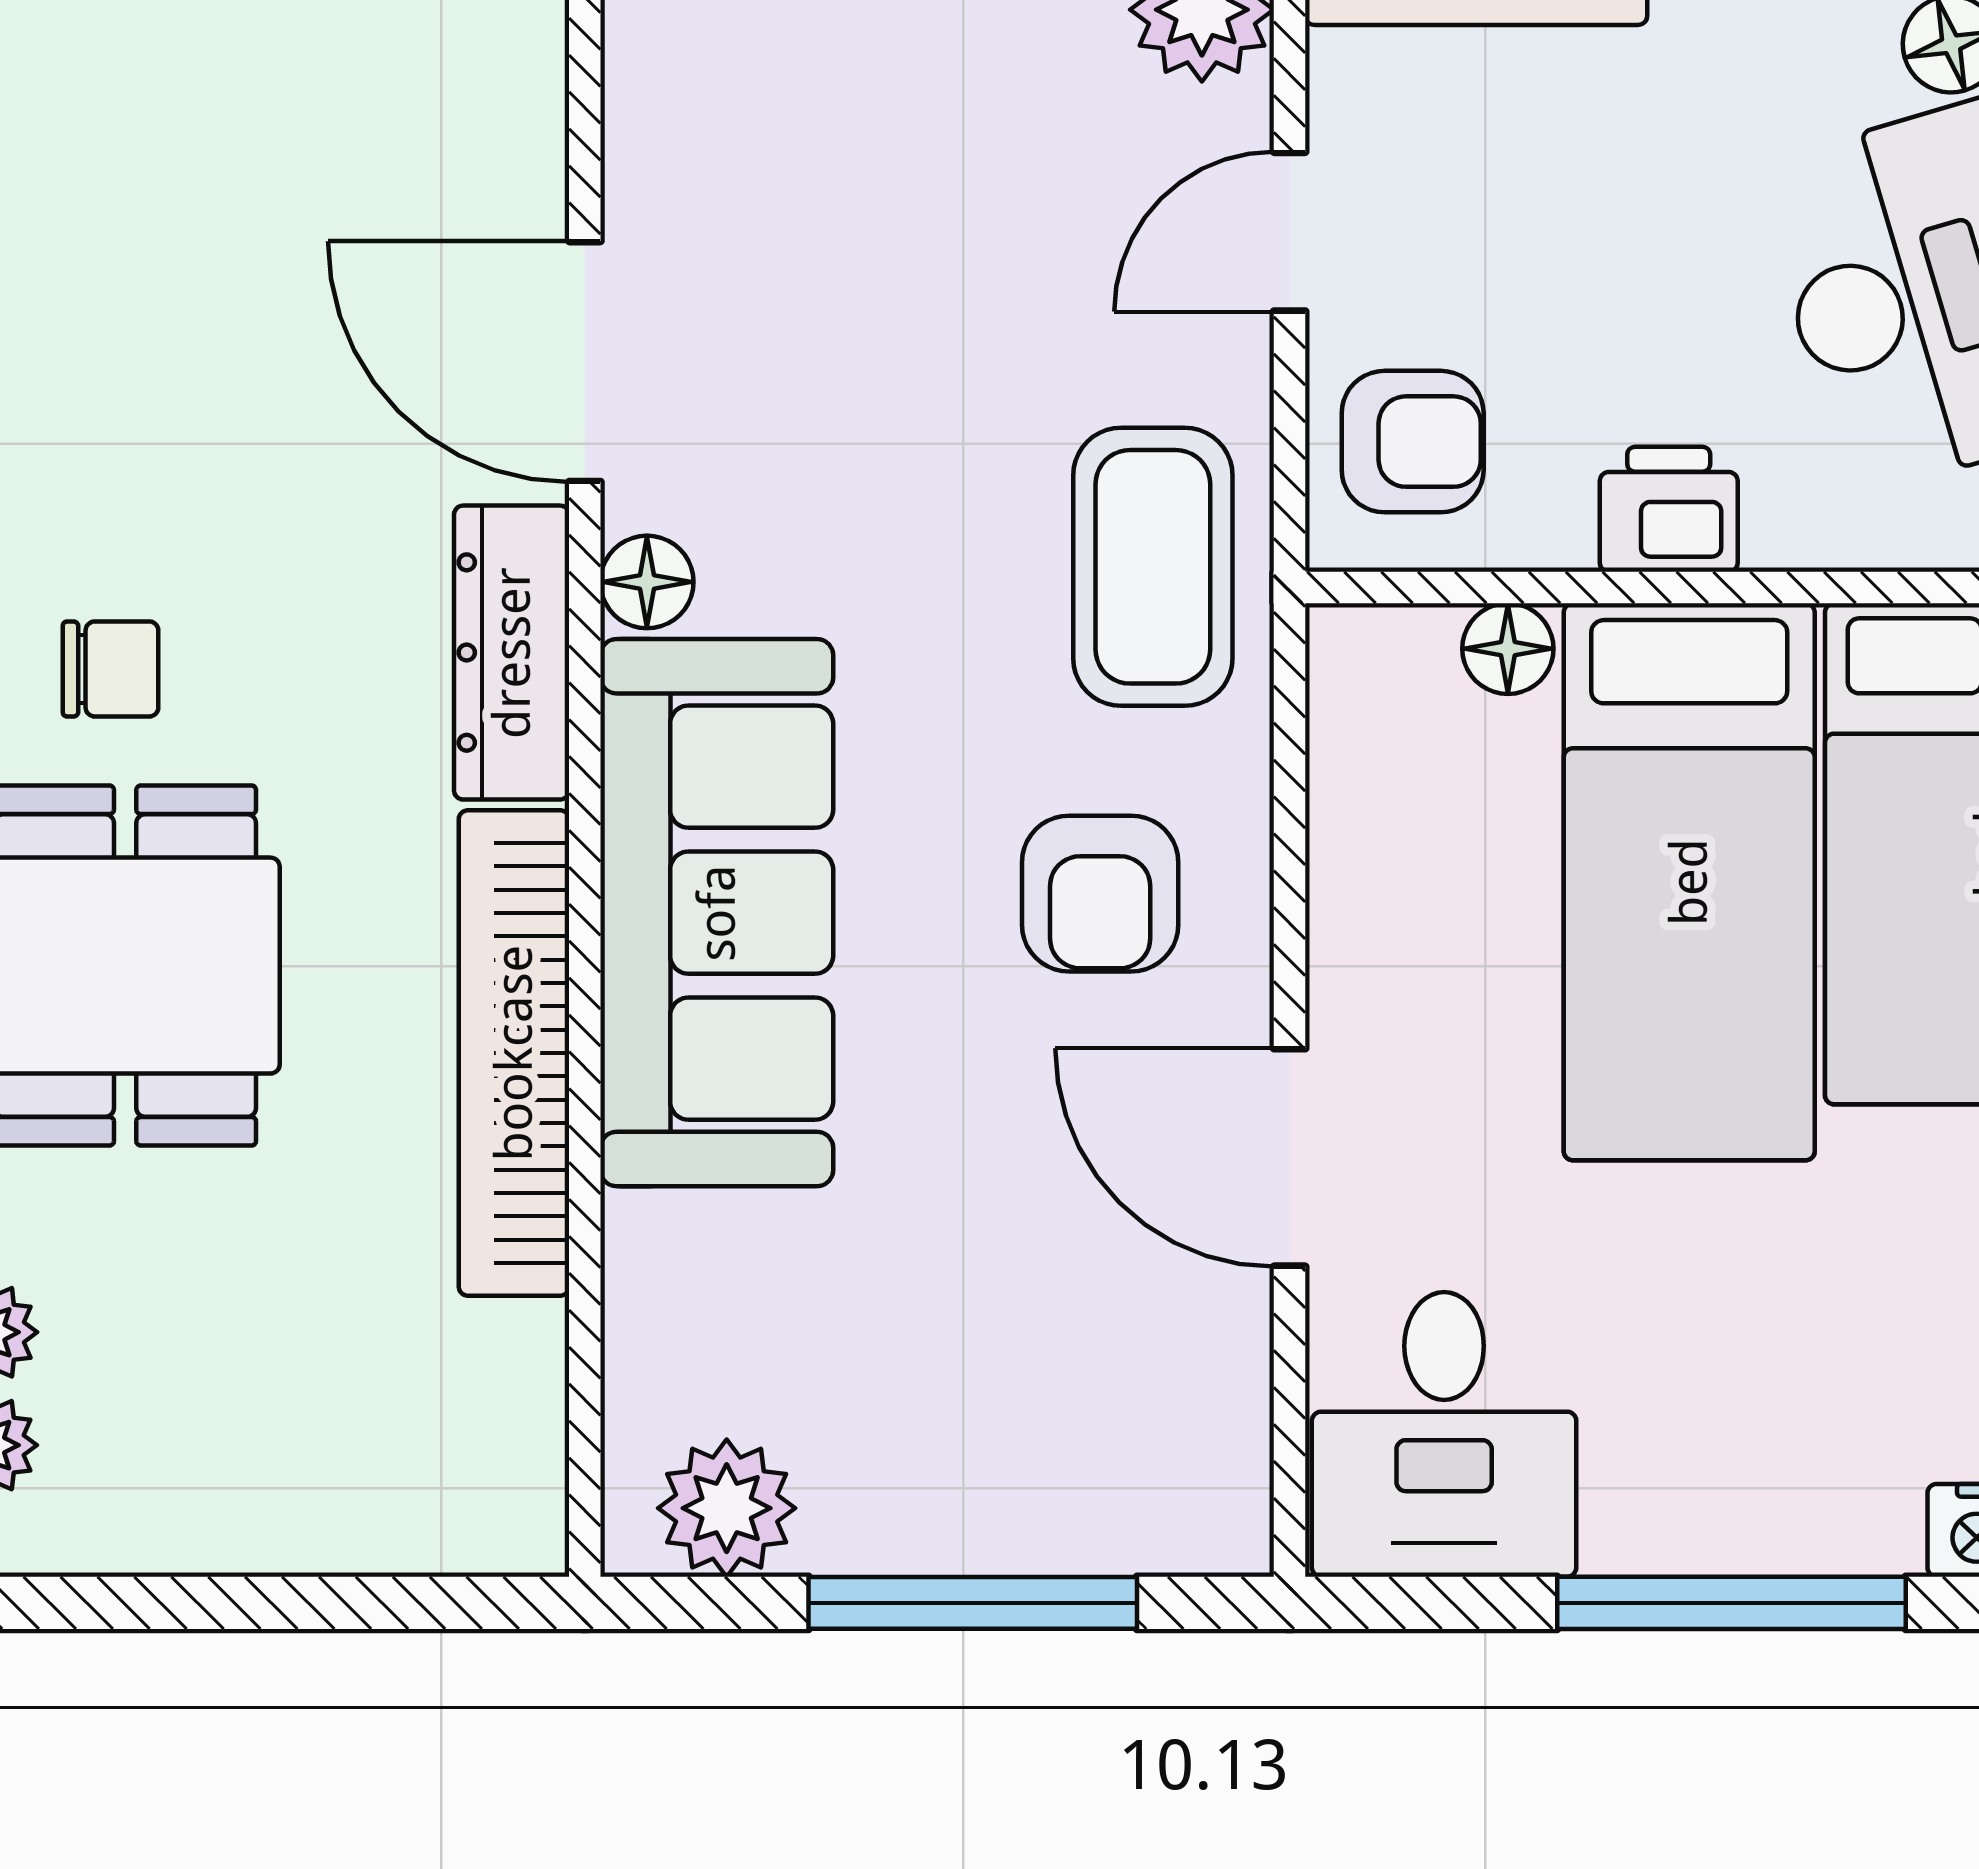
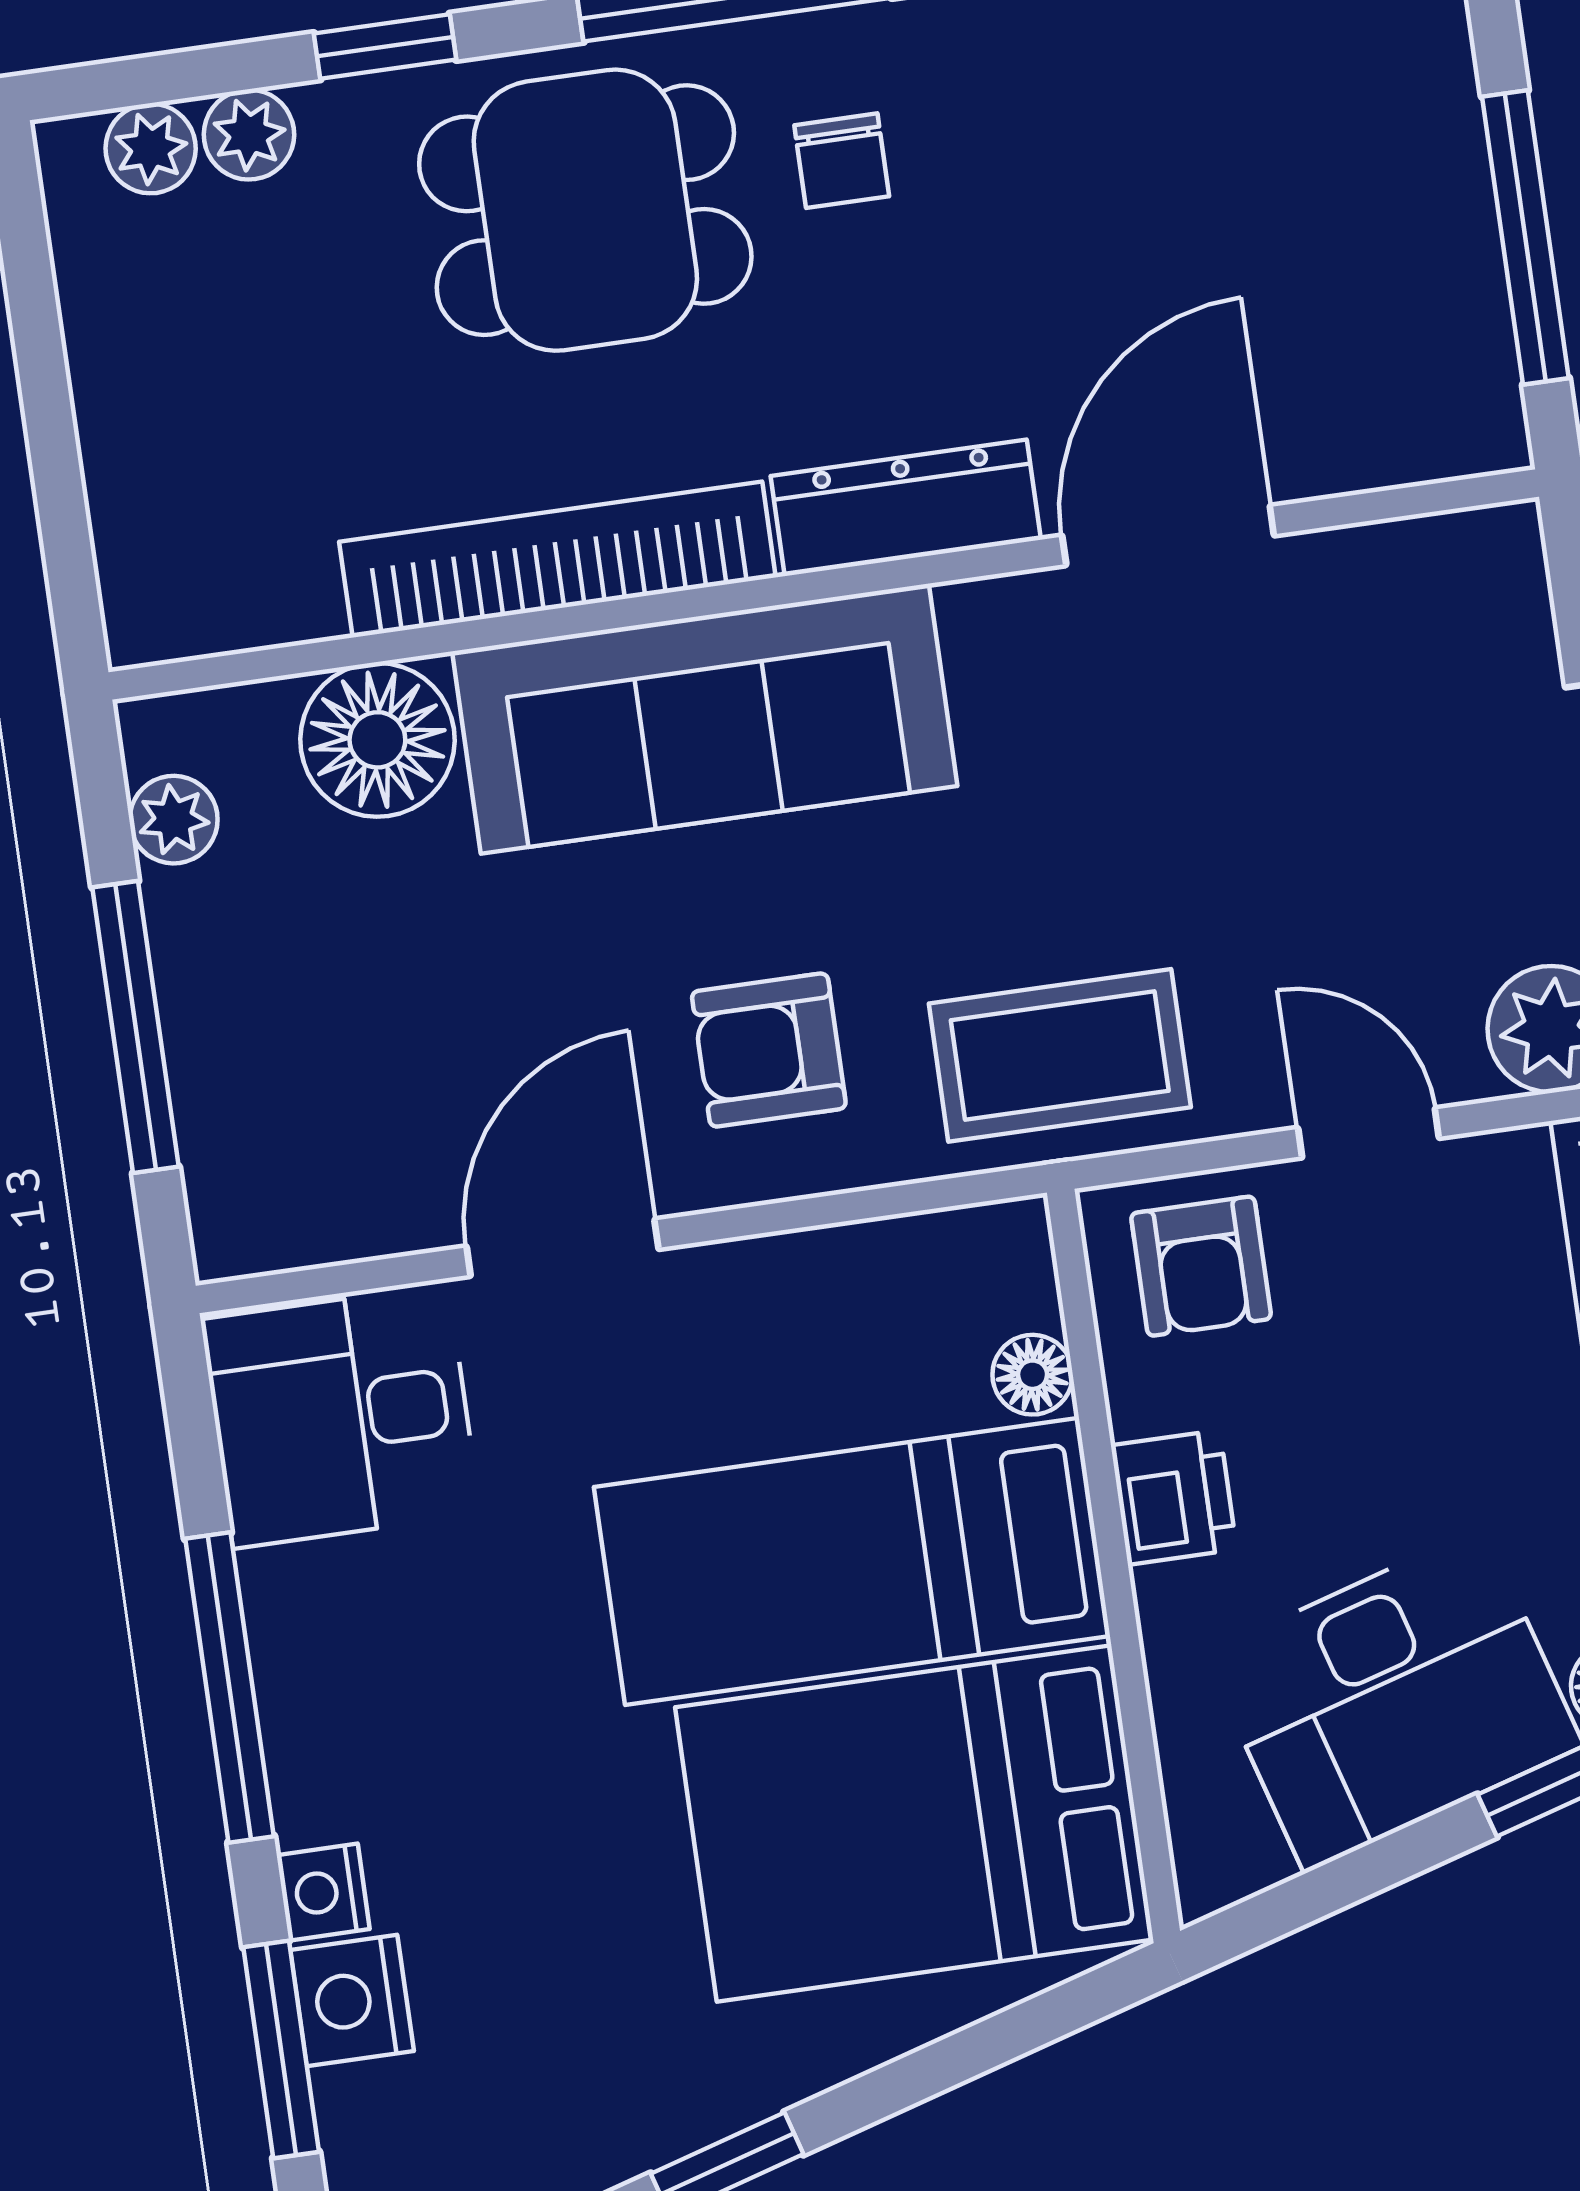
floor lamp: (647, 582) -> (377, 740), moved, width x1.89, depth x1.89
plant: (727, 1508) -> (174, 820), width x0.73, depth x0.73

